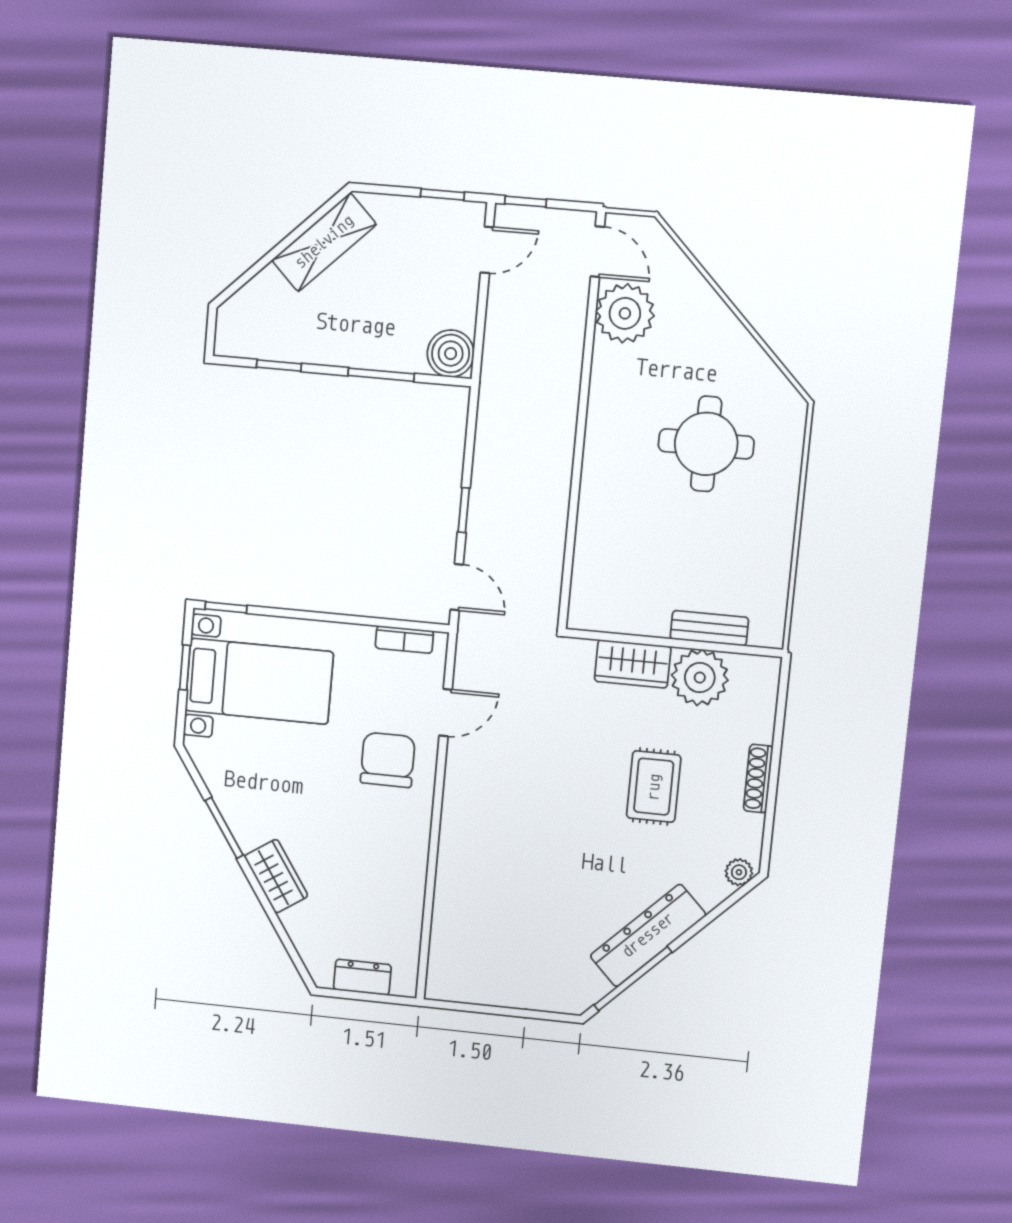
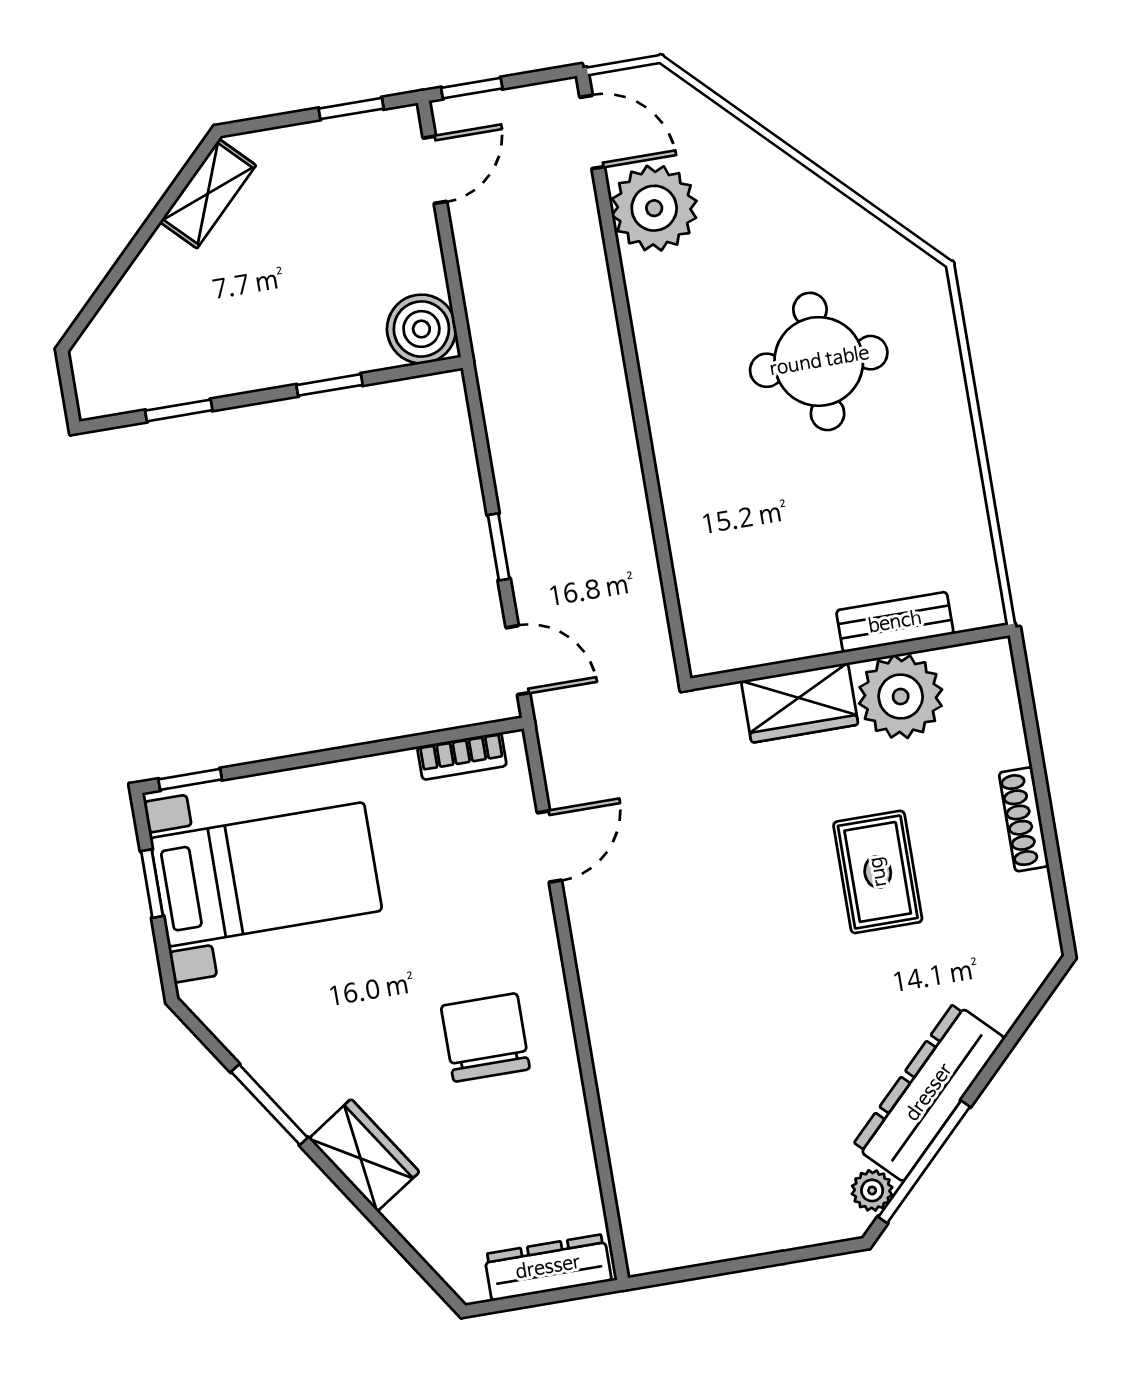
shelving: (324, 242) -> (208, 194), width x0.67, depth x0.75
window: (381, 375) -> (330, 385), width x0.67
chair: (388, 760) -> (485, 1037), moved
plant: (739, 872) -> (872, 1190), moved
dresser: (362, 977) -> (548, 1267), width x1.44

